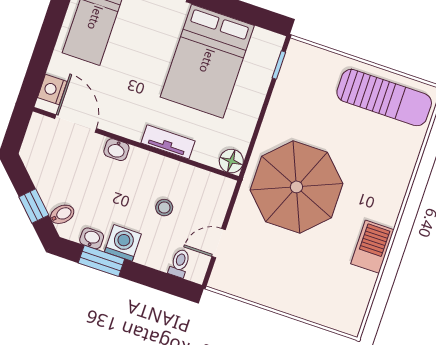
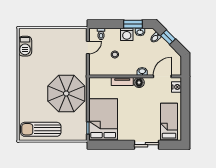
bed: (207, 61) -> (103, 120), moved
door: (76, 123) -> (162, 76), swing flipped
floor lamp: (231, 161) -> (139, 83), moved
parasol: (296, 187) -> (66, 93), moved
barbecue: (372, 247) -> (25, 46), moved

